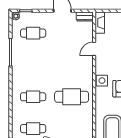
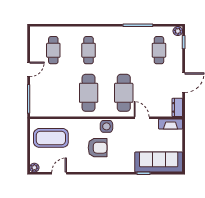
cafe table: (72, 65) -> (124, 93), added

